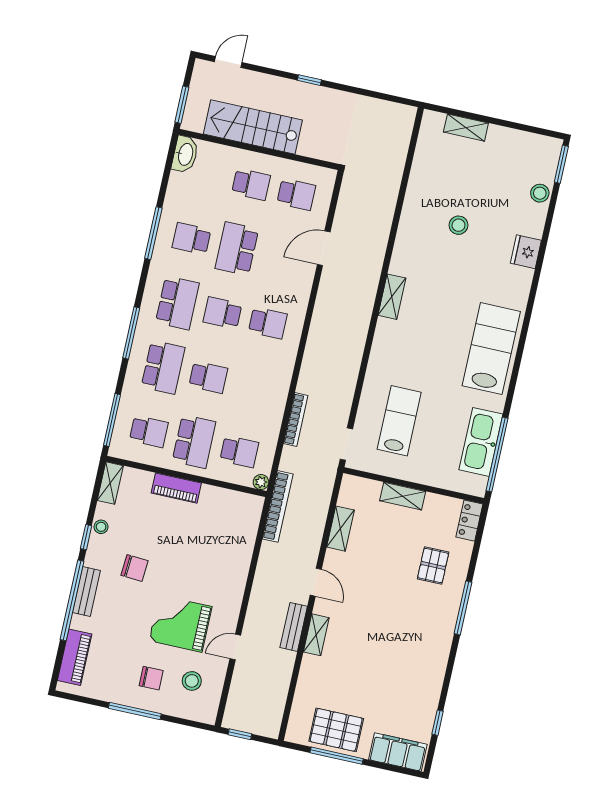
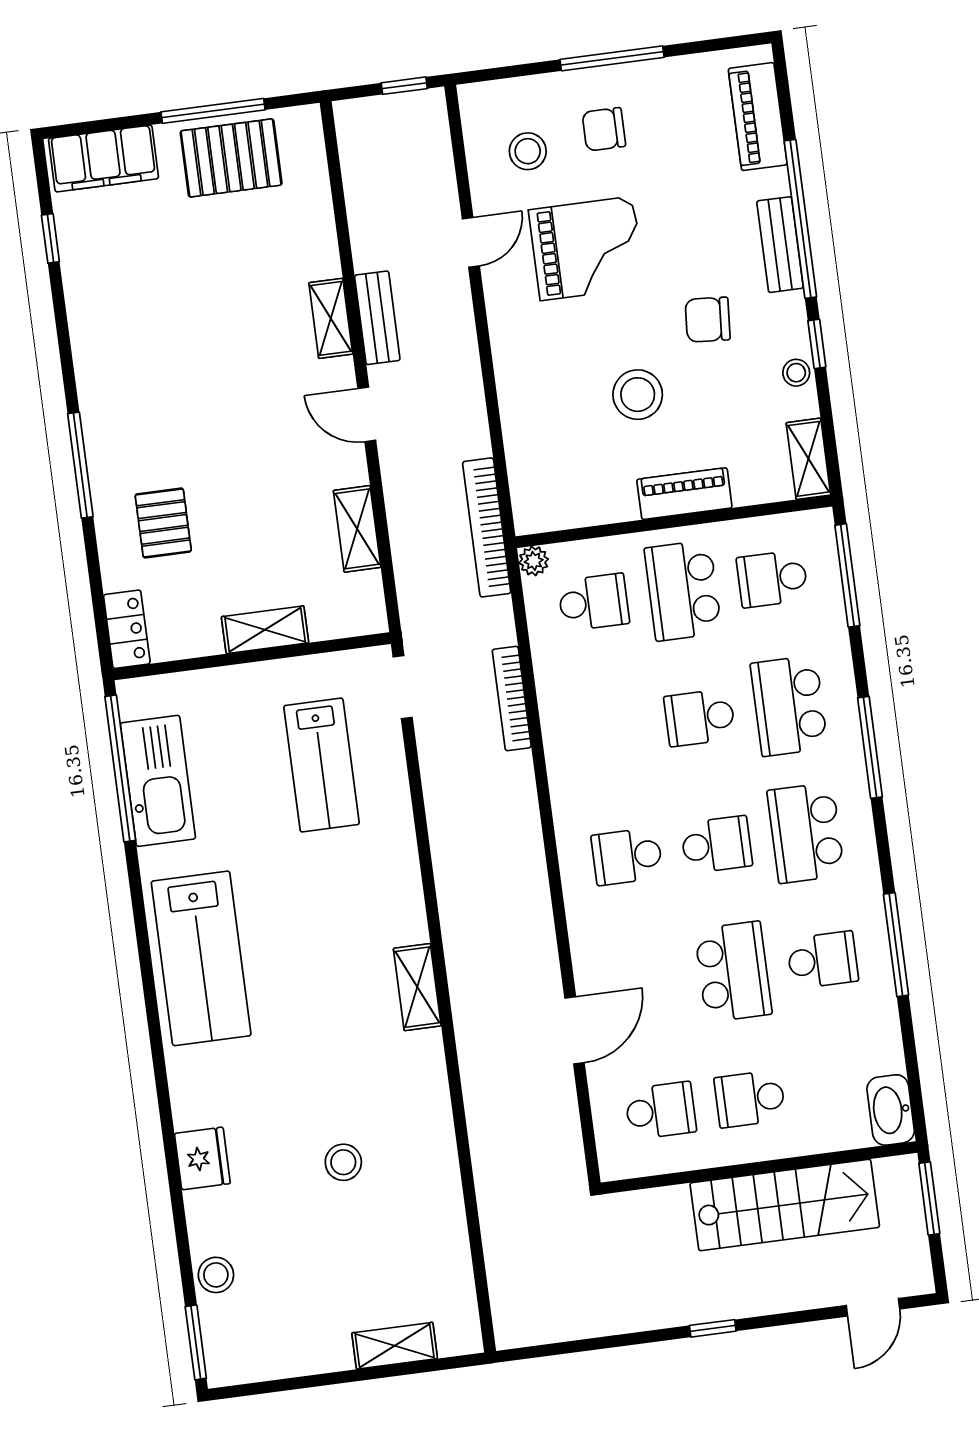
school desk: (296, 194) -> (661, 1111), turned 180
school desk: (239, 452) -> (594, 602), turned 180
stool: (181, 544) -> (638, 395), added

